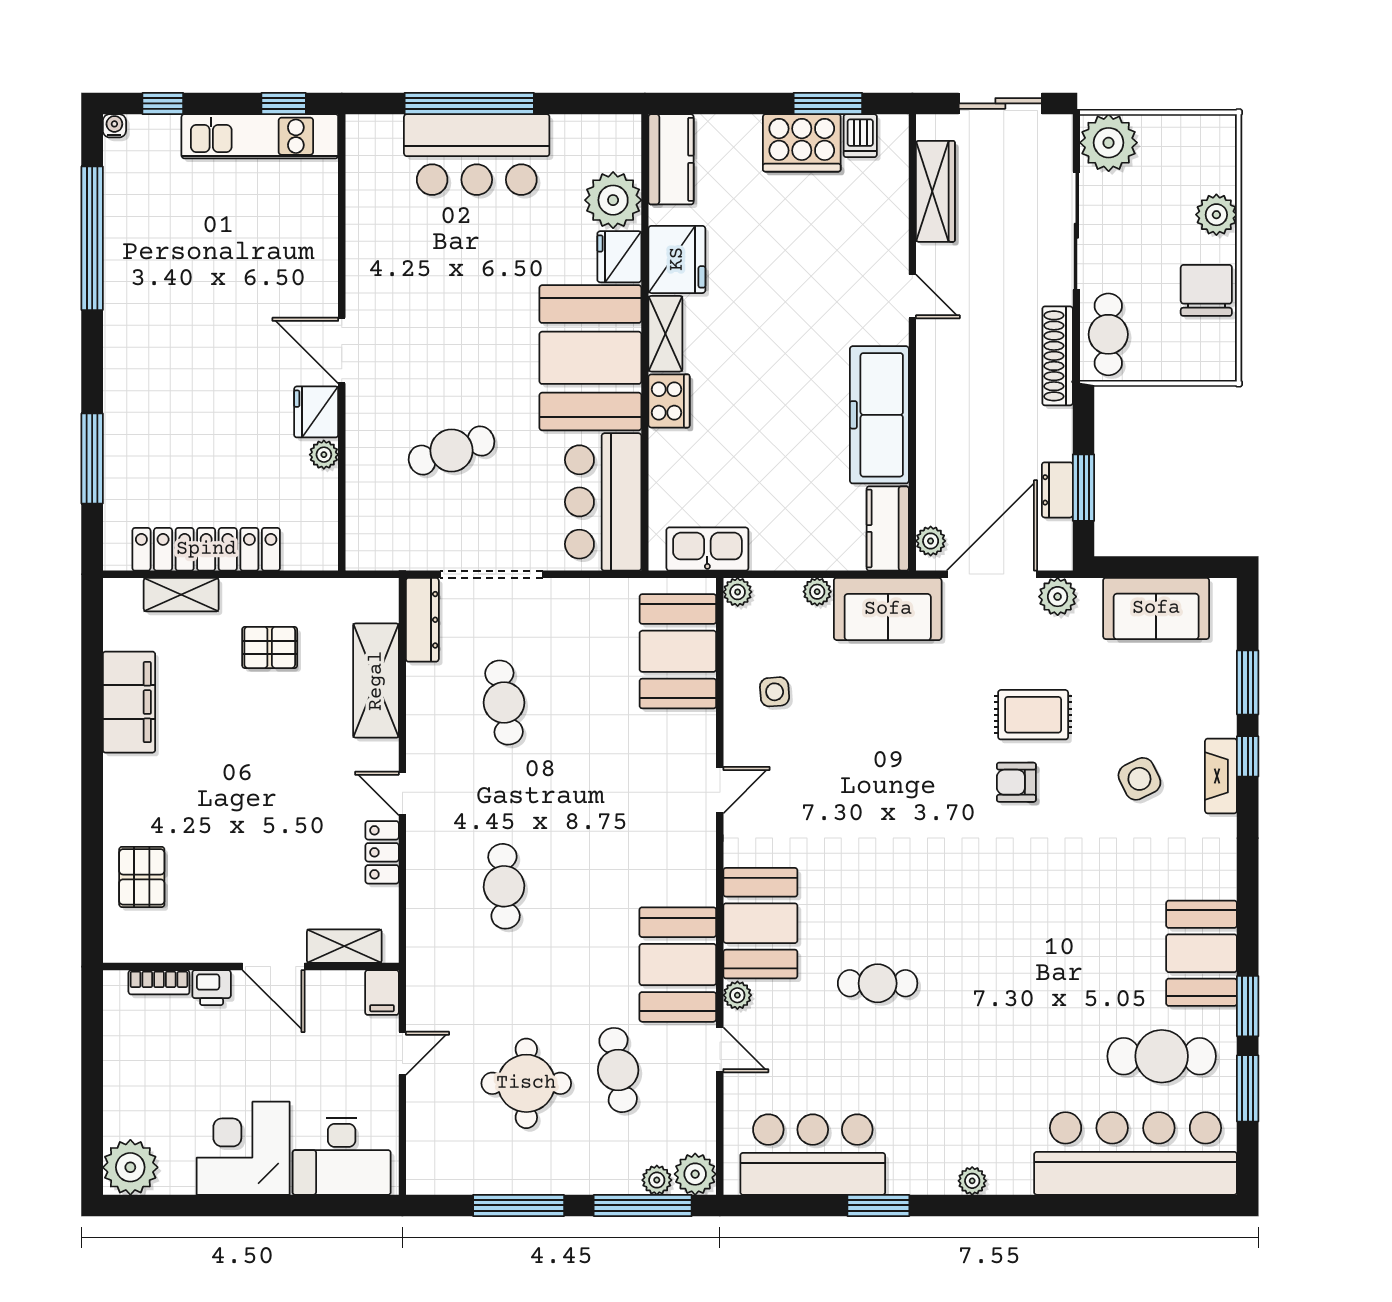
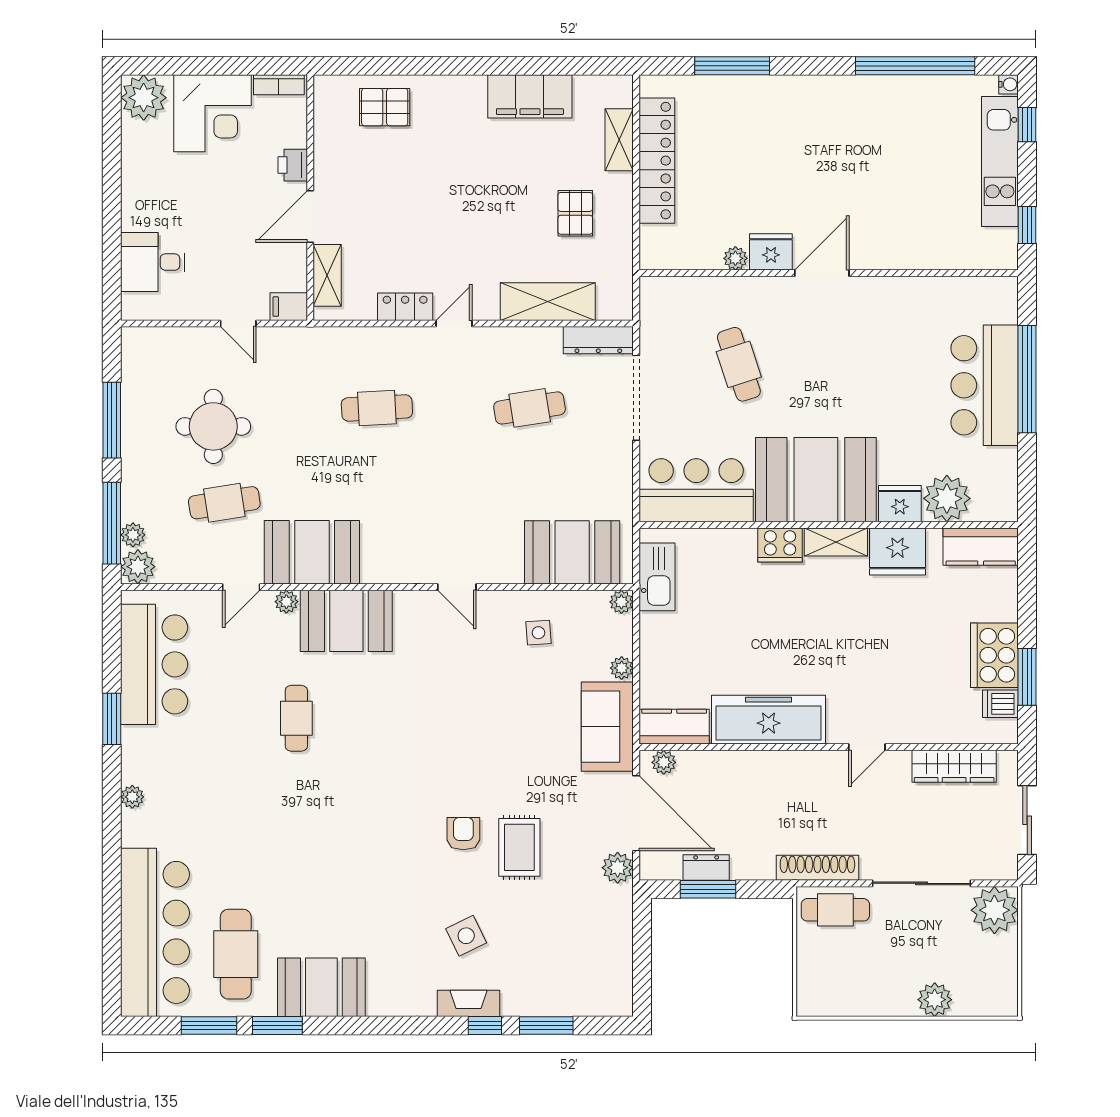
kitchen unit: (260, 136) -> (1000, 161), moved
chair: (1206, 290) -> (872, 991), removed
sofa: (1156, 608) -> (608, 950), removed
bookcase: (159, 982) -> (279, 85), moved, turned -90
corner desk: (243, 1148) -> (213, 113), moved, turned 90
desk: (342, 1156) -> (153, 262), width x0.73

